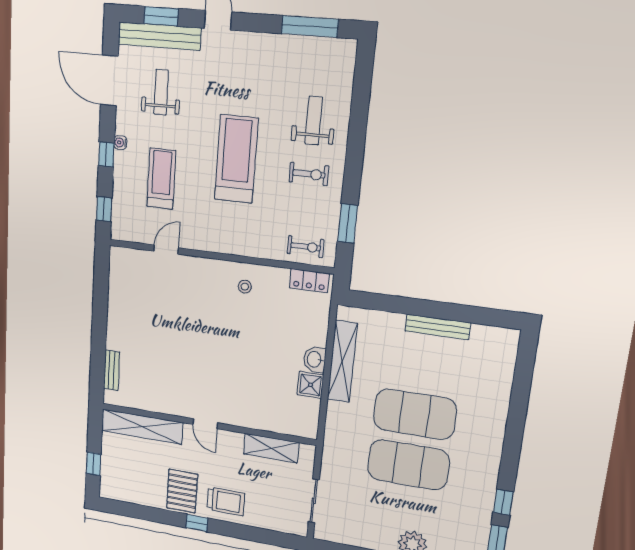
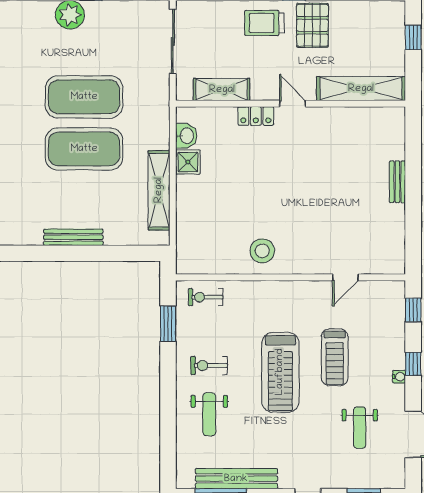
bench: (159, 36) -> (236, 479), moved
treadmill: (161, 179) -> (335, 357), moved
locker: (309, 281) -> (256, 116), moved, turned 180
stool: (245, 287) -> (262, 251), width x1.89, depth x1.89
washbasin: (315, 359) -> (186, 136), moved
bench: (112, 370) -> (397, 182), moved
sliding door: (314, 501) -> (173, 41), width x1.37

